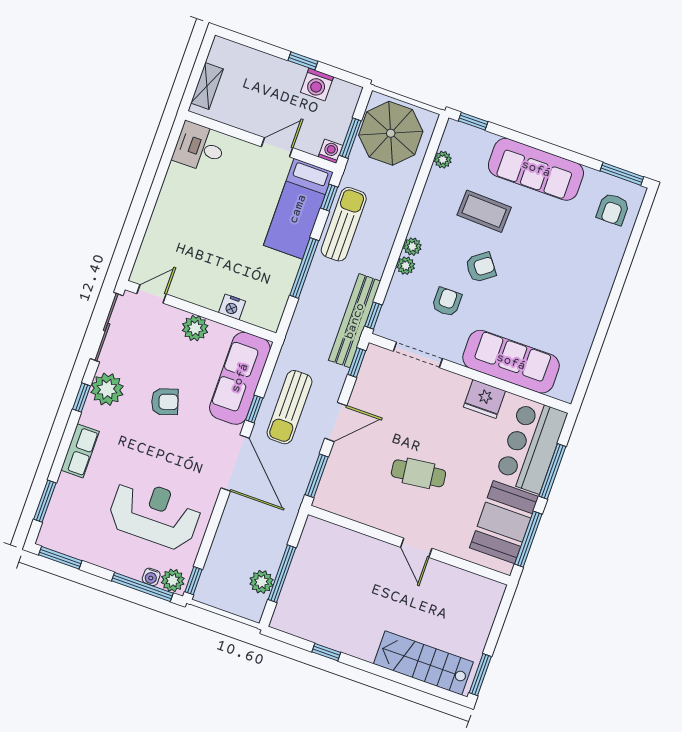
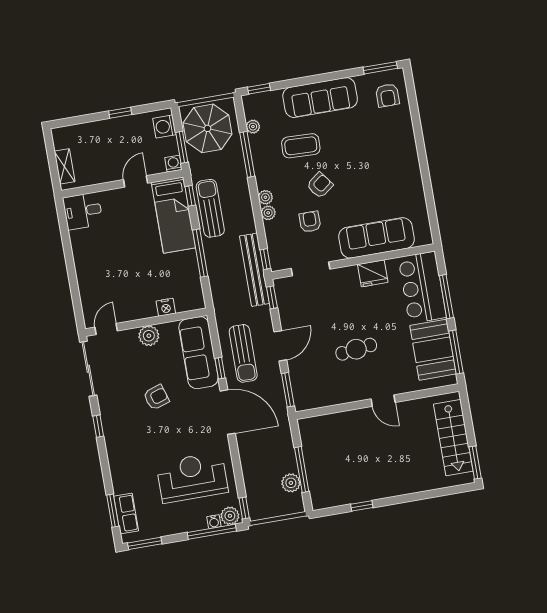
washing machine: (317, 84) -> (164, 127), moved, turned 90
window: (419, 187) -> (247, 154), added
plant: (107, 389) -> (112, 411), removed
row of seats: (80, 451) -> (126, 514), moved
stairs: (423, 663) -> (453, 438), moved, turned -90

